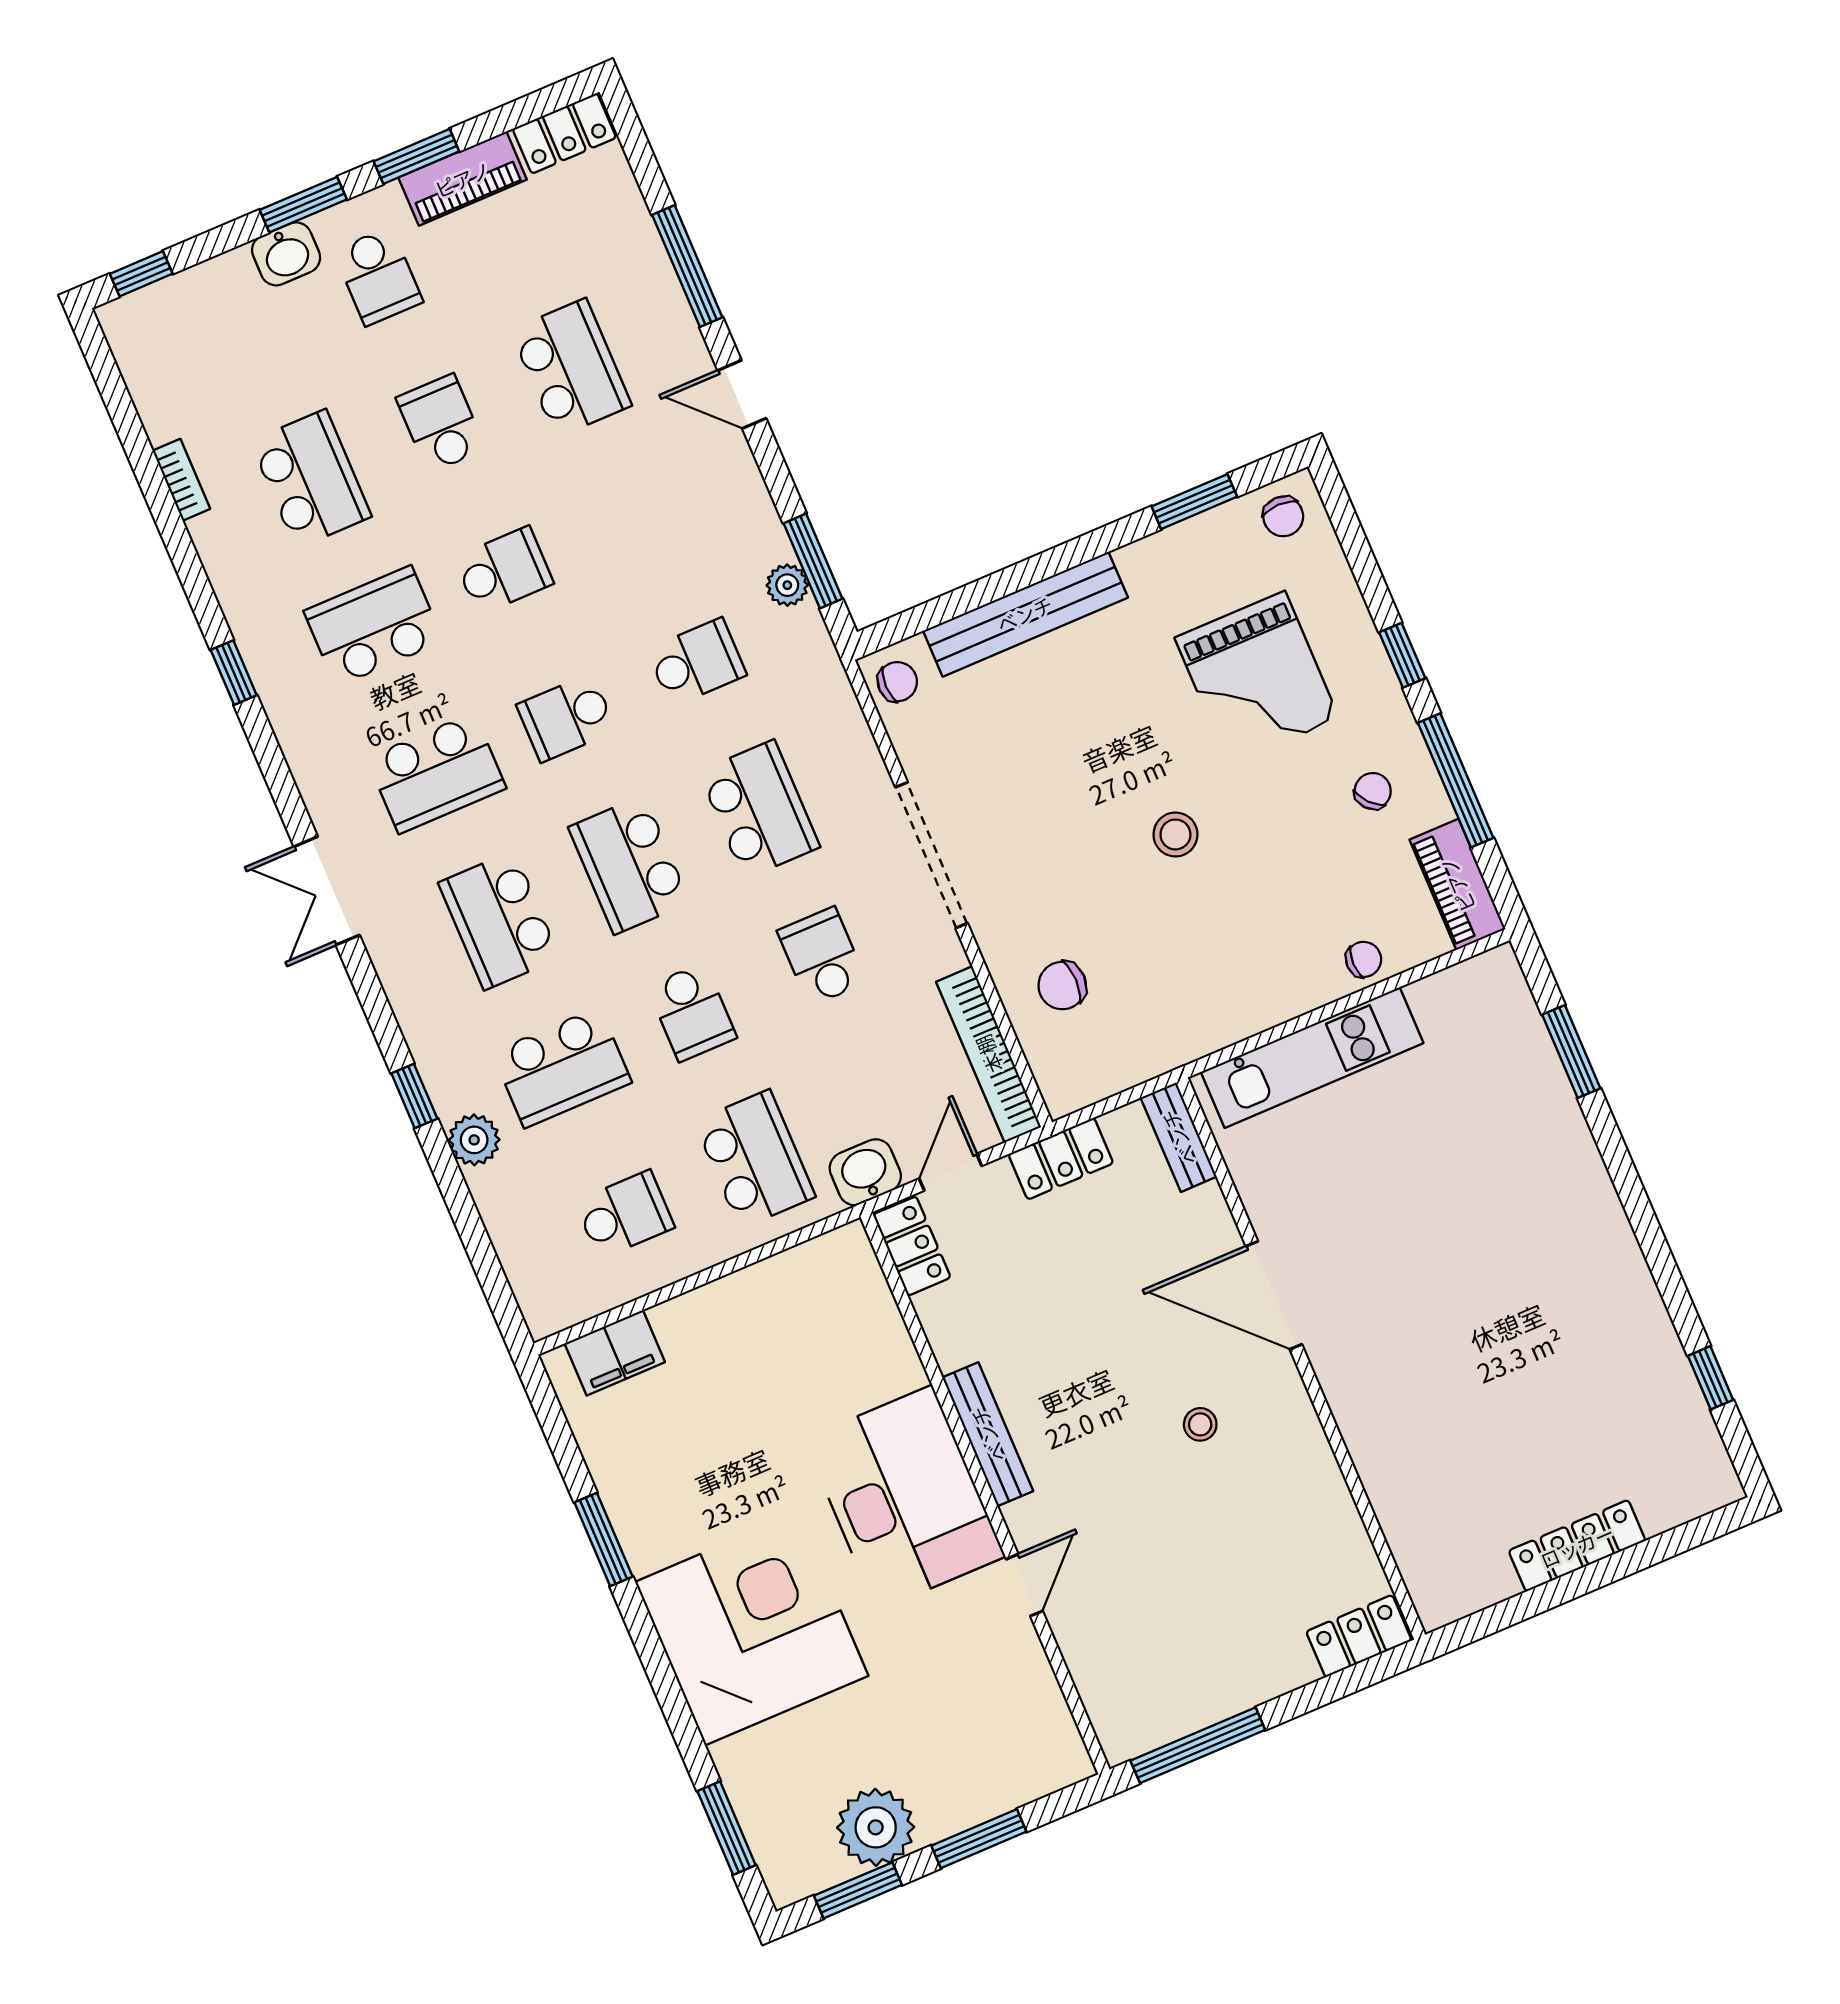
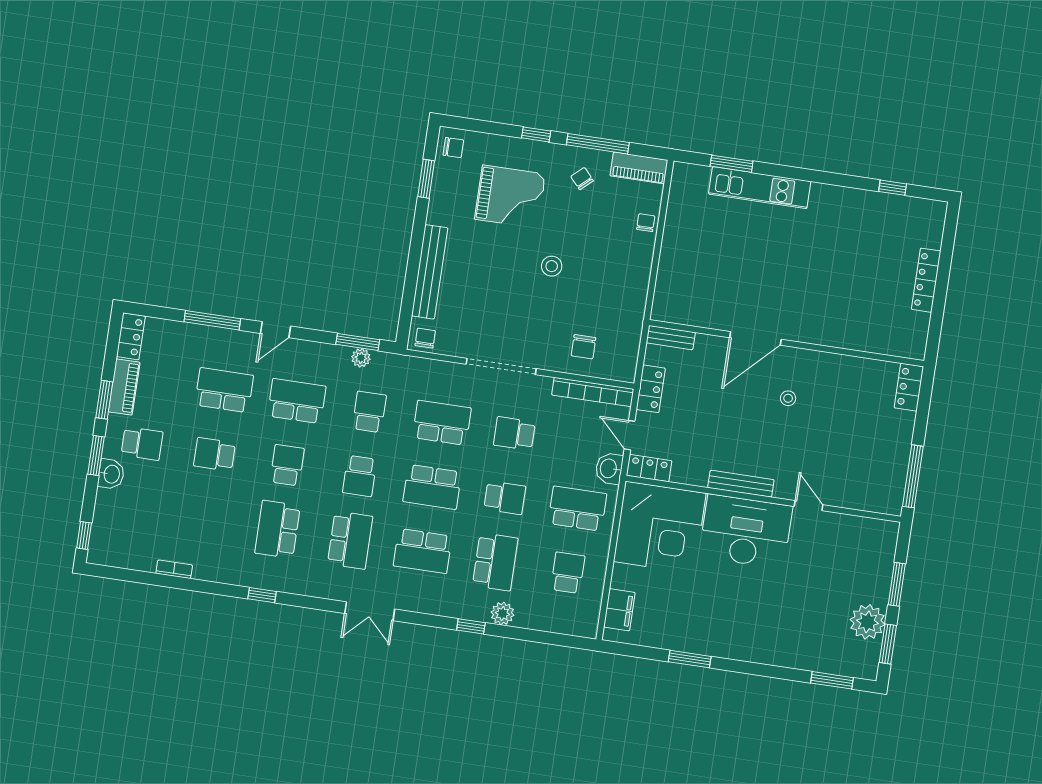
school desk: (311, 479) -> (297, 401), moved
kitchen unit: (1312, 1058) -> (760, 188), moved, turned 90
corner desk: (752, 1629) -> (660, 527), moved, turned 180

